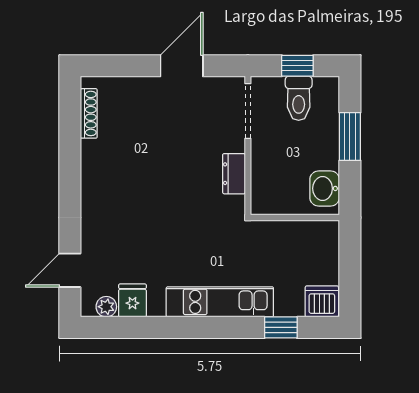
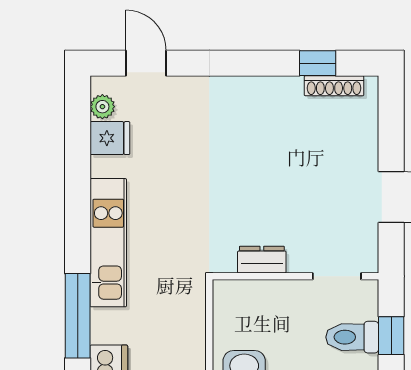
doorway: (248, 111) -> (337, 276), width x0.73
window: (70, 127) -> (318, 63), added
window: (281, 327) -> (78, 316), width x2.17

